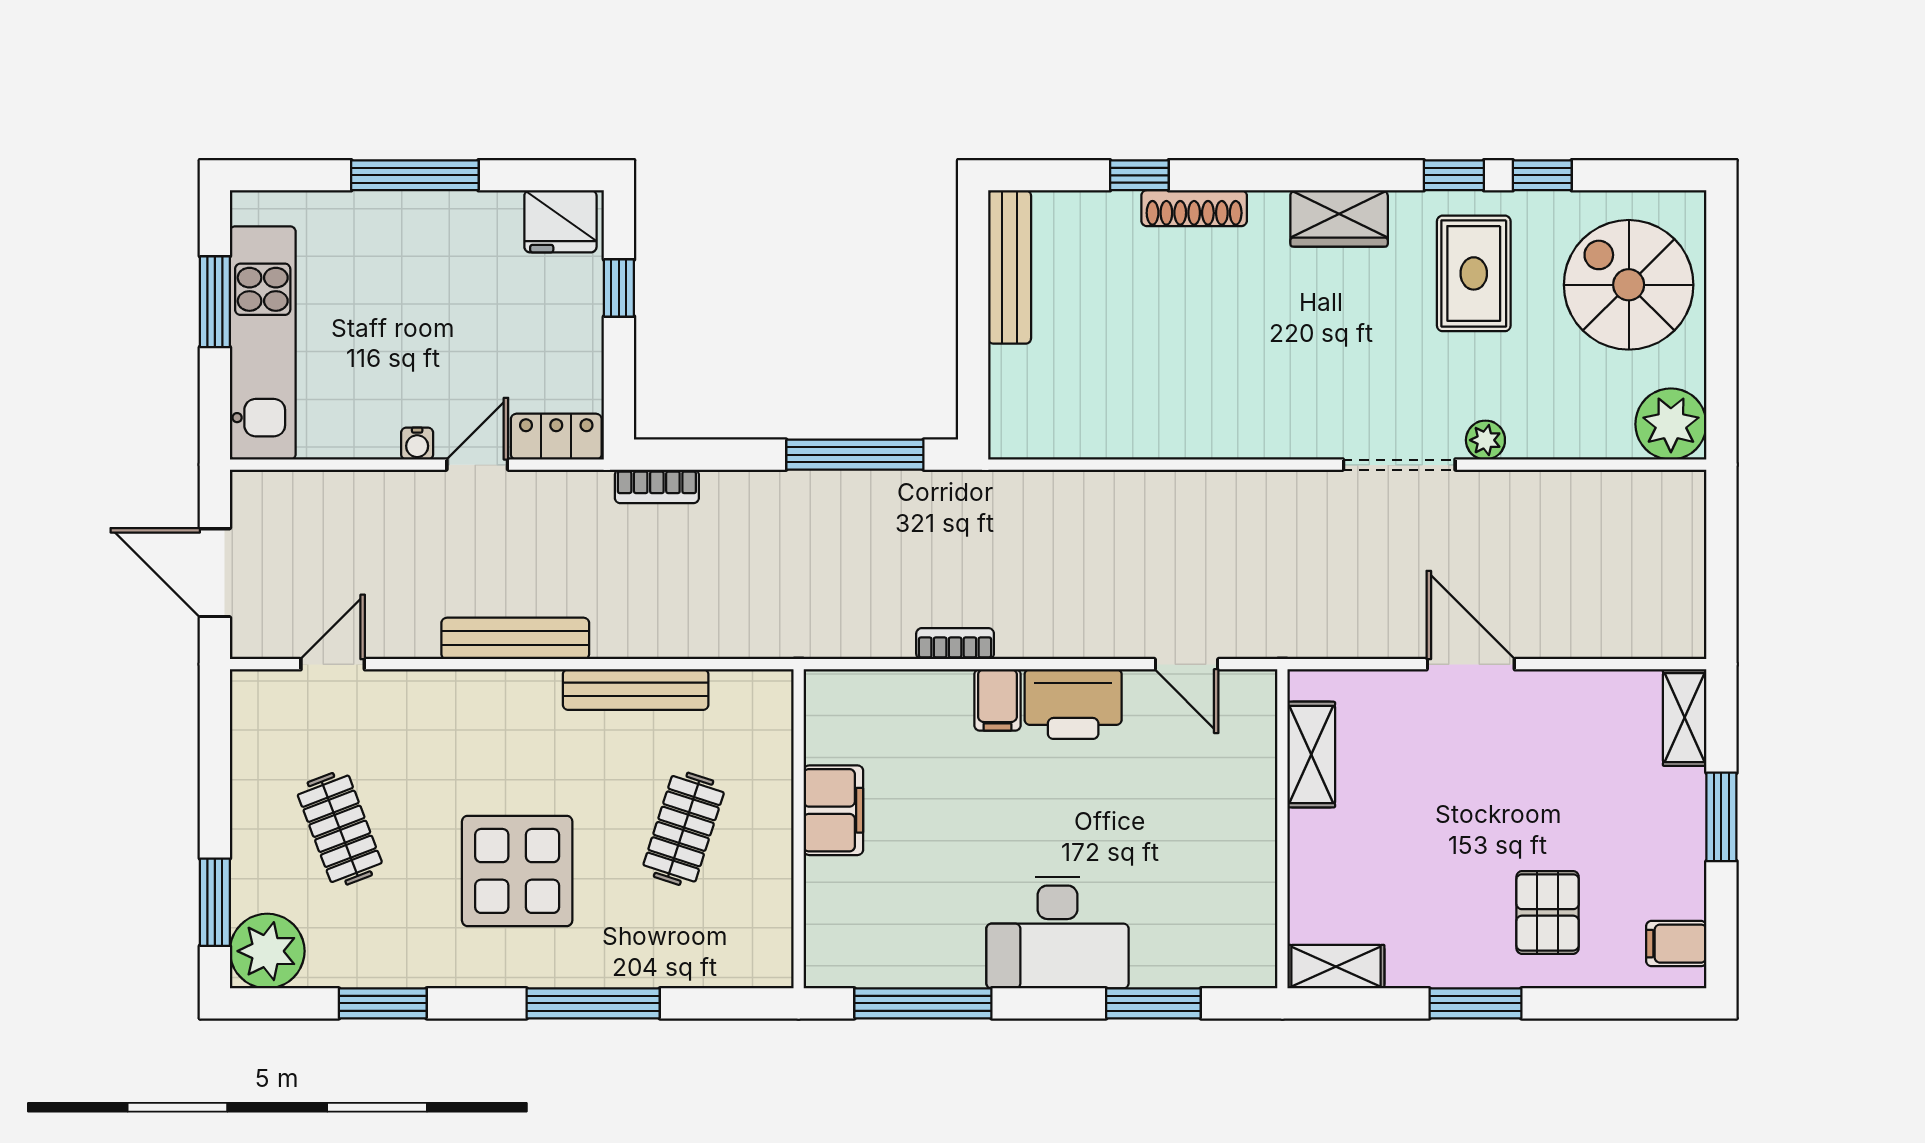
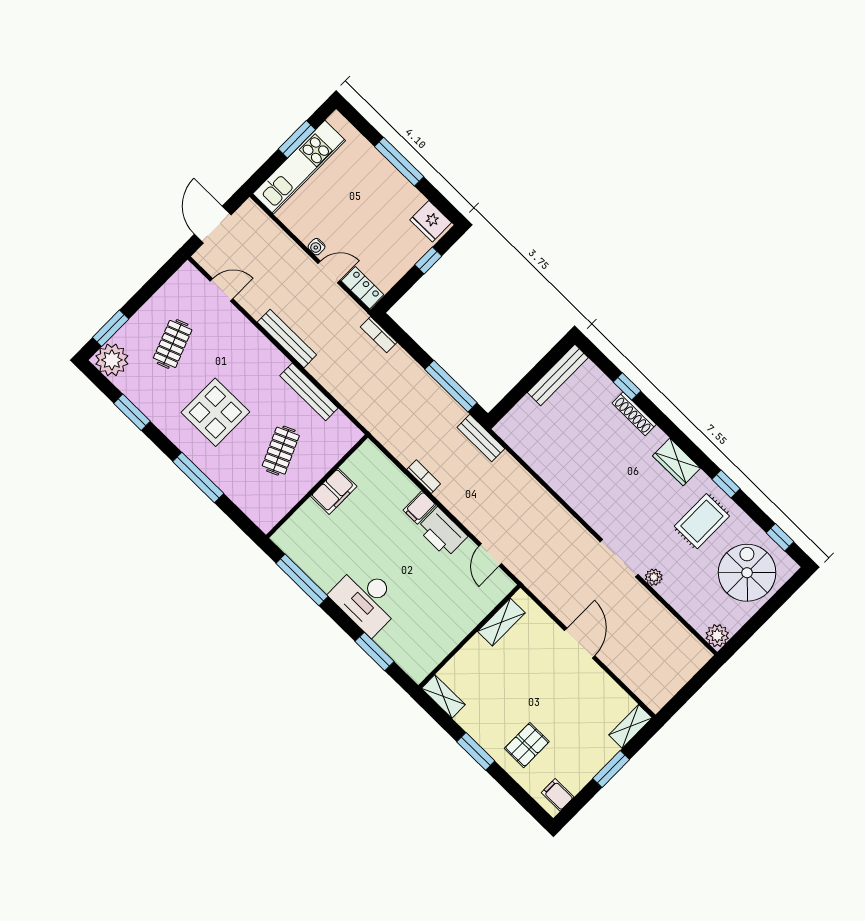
window: (1542, 175) -> (780, 537), moved
plant: (1671, 424) -> (717, 636), width x0.73, depth x0.73
bench: (986, 491) -> (481, 438), added
clothes rail: (684, 829) -> (281, 451), turned -42

